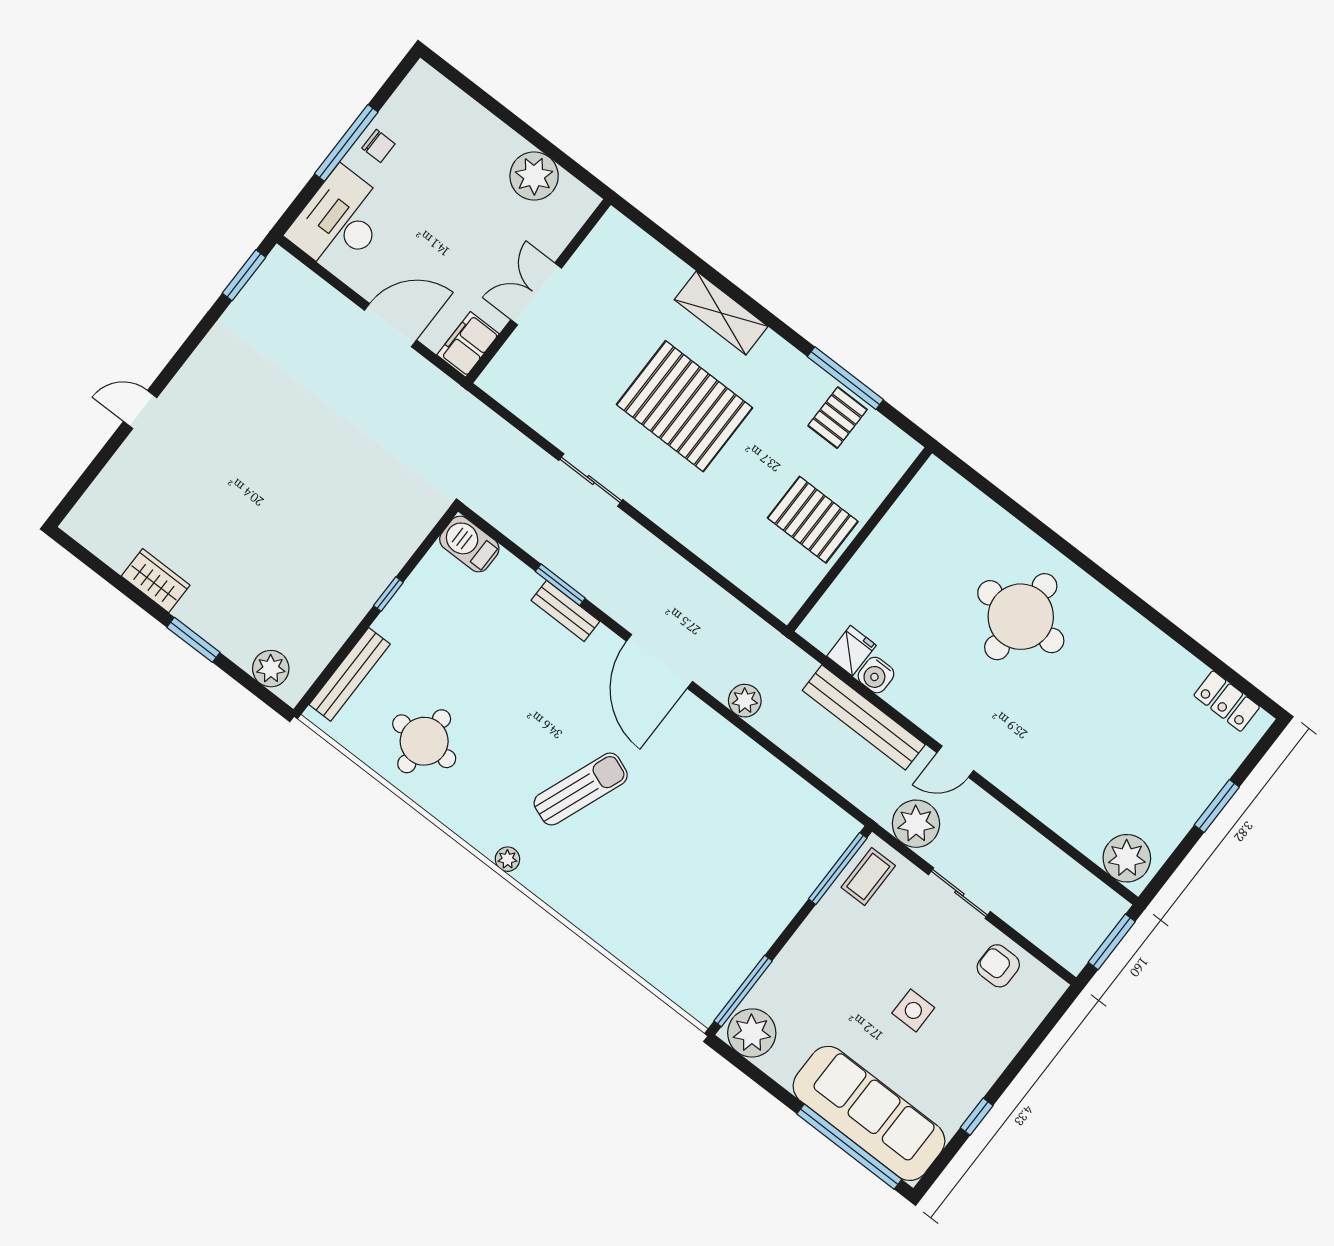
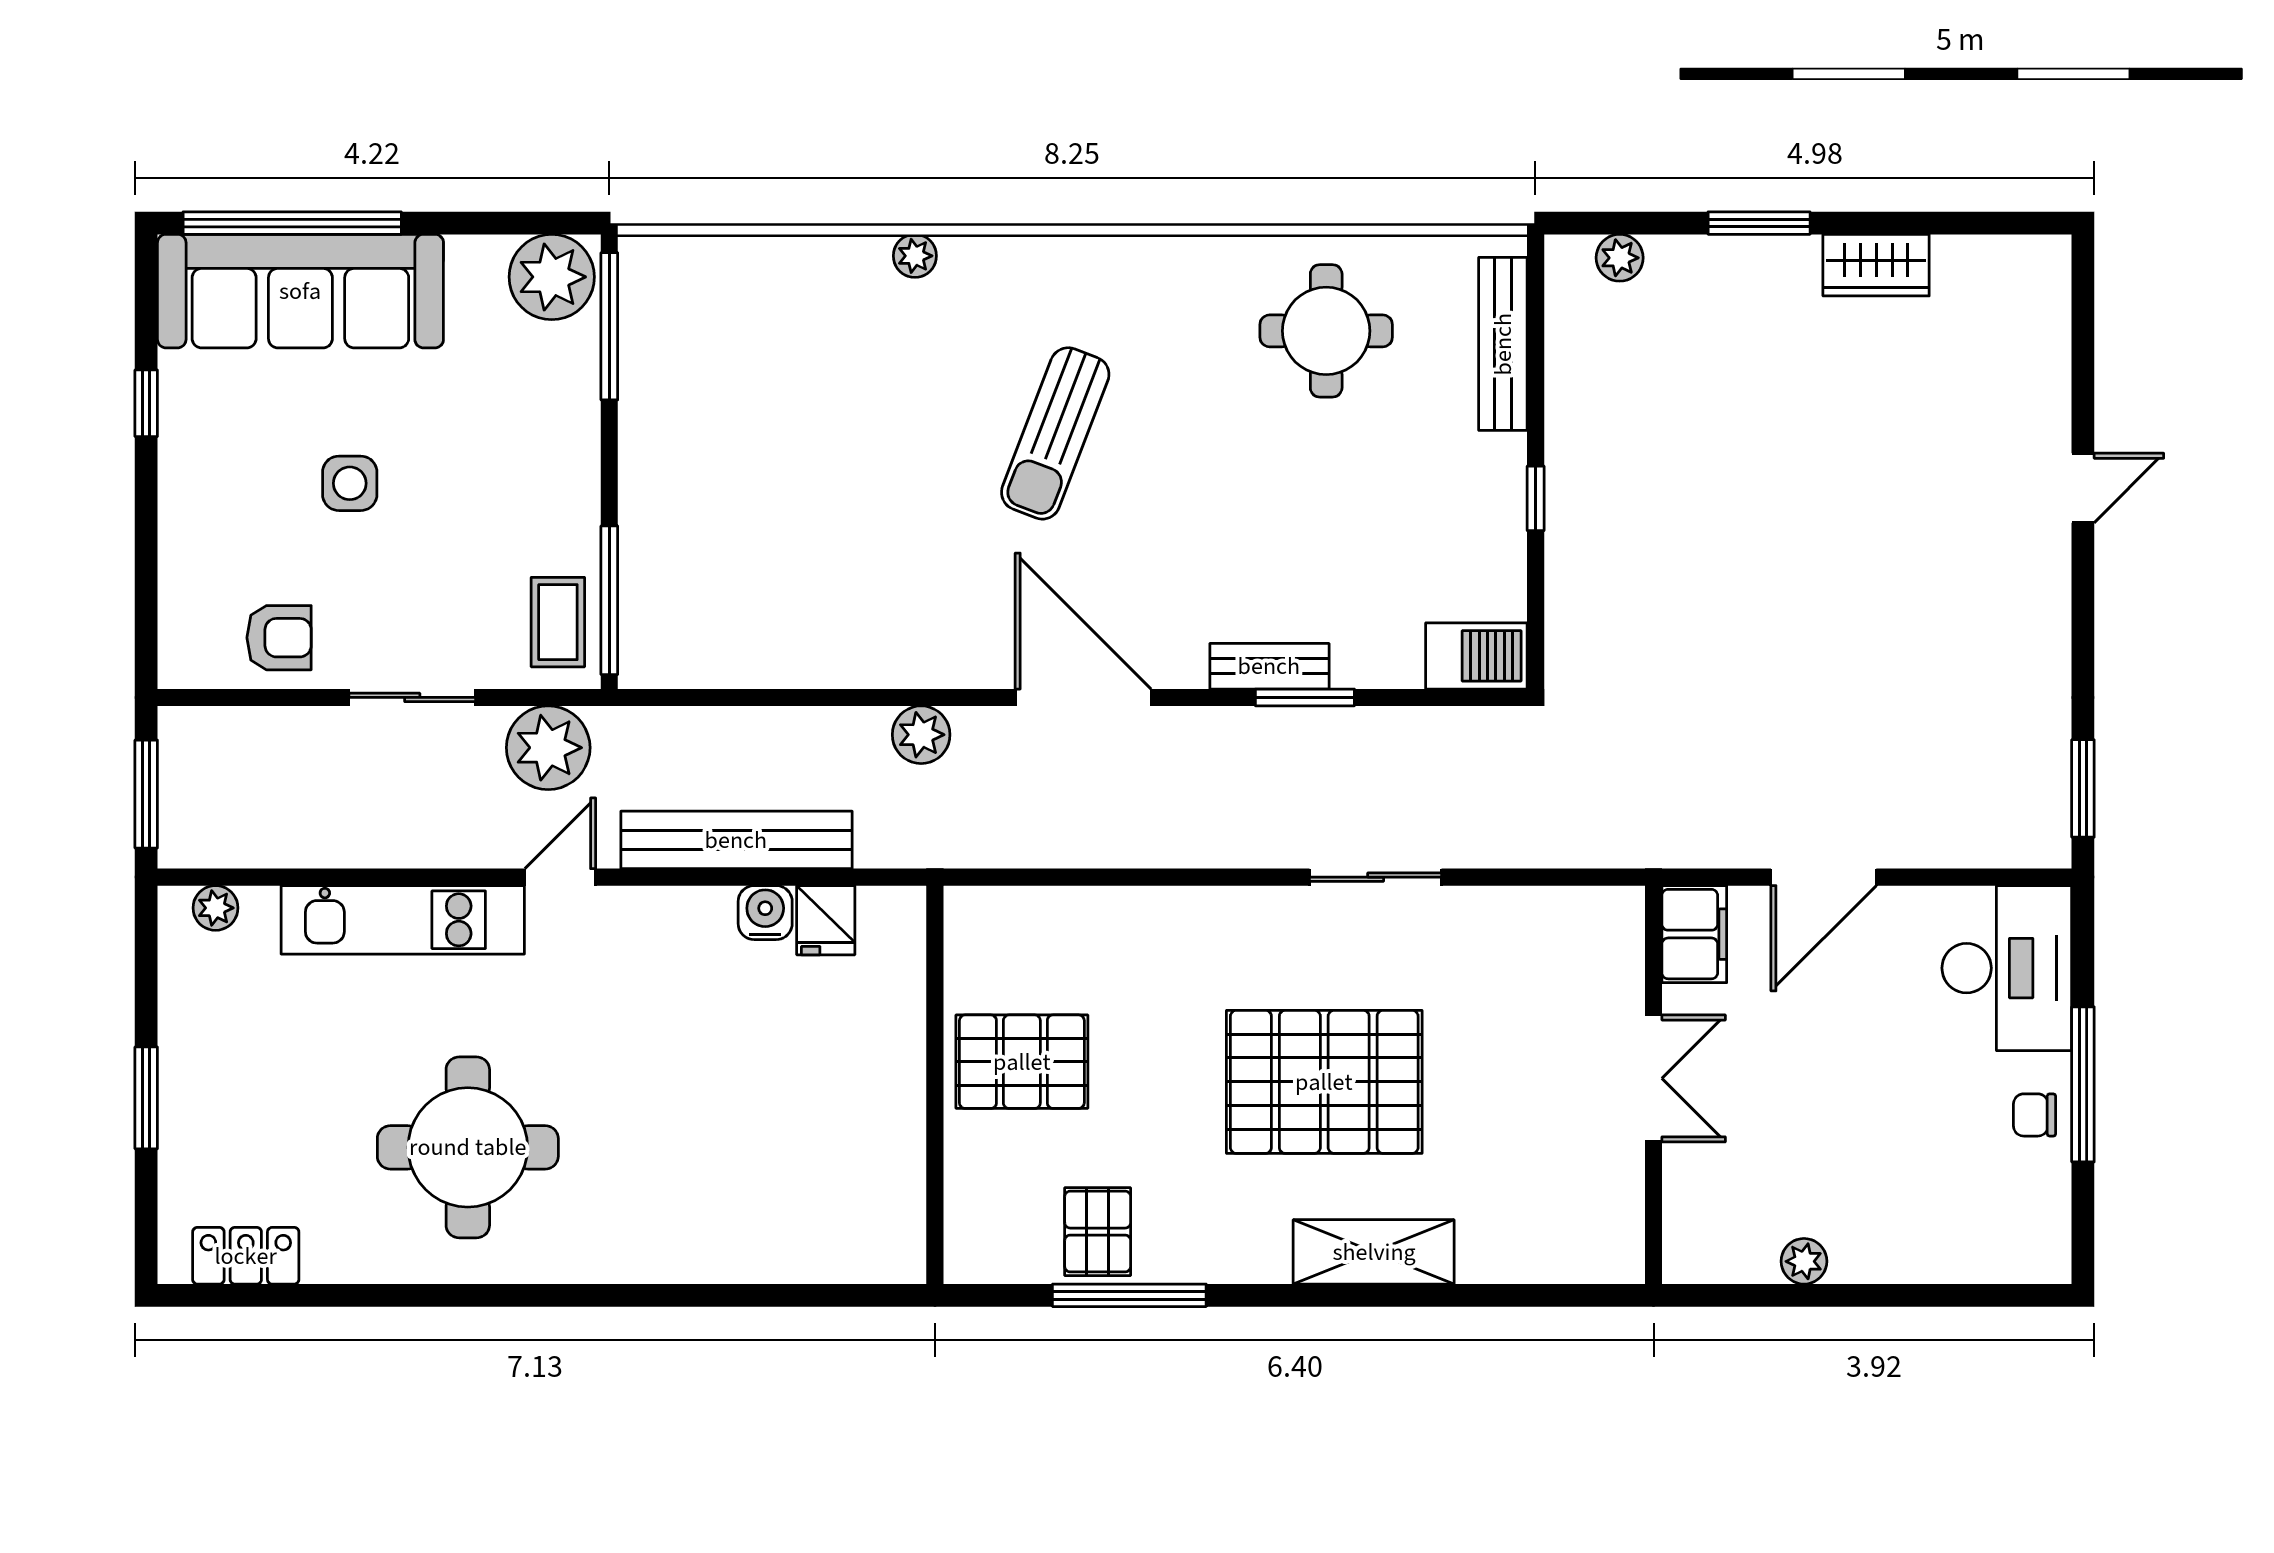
plant: (534, 176) -> (1804, 1261), width x0.53, depth x0.53
round table: (1021, 617) -> (468, 1147), moved
plant: (271, 669) -> (1620, 258), width x0.73, depth x0.73
kitchen unit: (1040, 797) -> (403, 920), added
plant: (1127, 858) -> (216, 908), width x0.53, depth x0.53
plant: (507, 859) -> (915, 256), moved

